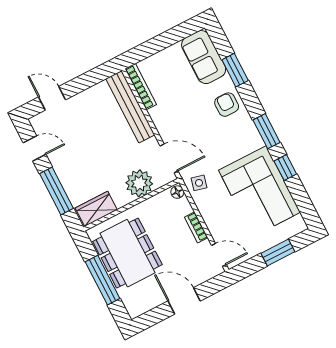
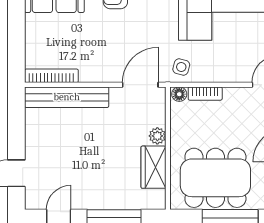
plant: (139, 183) -> (157, 136), width x0.53, depth x0.53
wardrobe: (96, 209) -> (154, 167), moved
bookcase: (196, 227) -> (205, 94), moved

